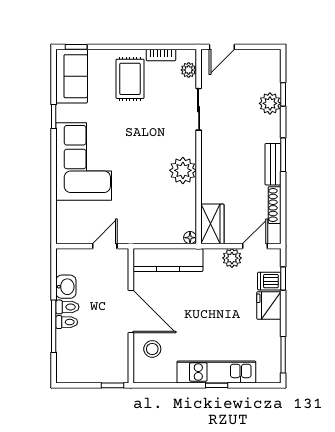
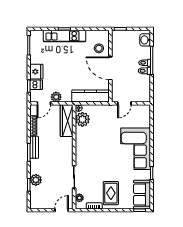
plant: (183, 170) -> (82, 119), moved
wardrobe: (212, 224) -> (67, 121), width x1.50
washbasin: (66, 287) -> (145, 40), moved

